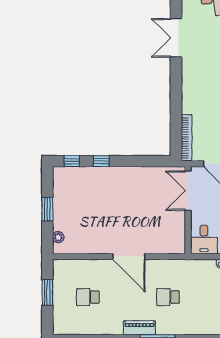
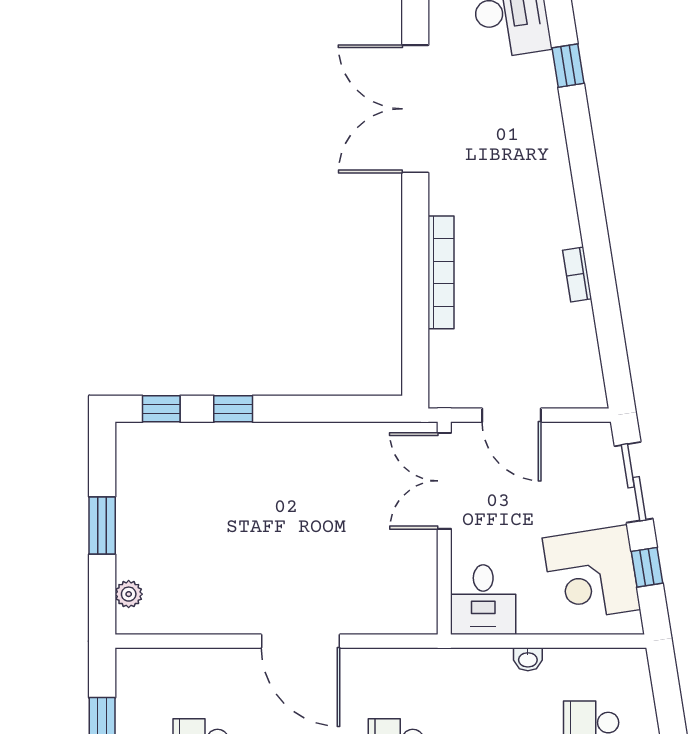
double door: (176, 38) -> (415, 109), width x1.36
bookcase: (187, 138) -> (441, 272), moved

